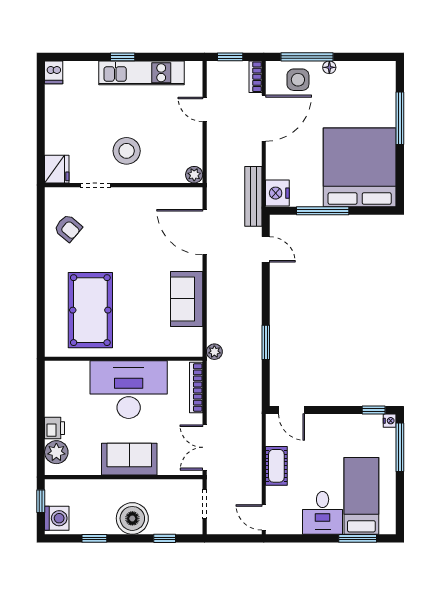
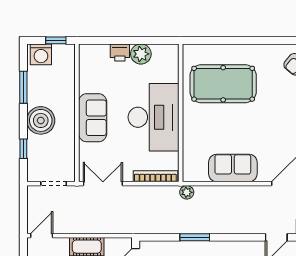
plant: (56, 452) -> (141, 54), moved
window: (94, 538) -> (23, 87), width x1.50

